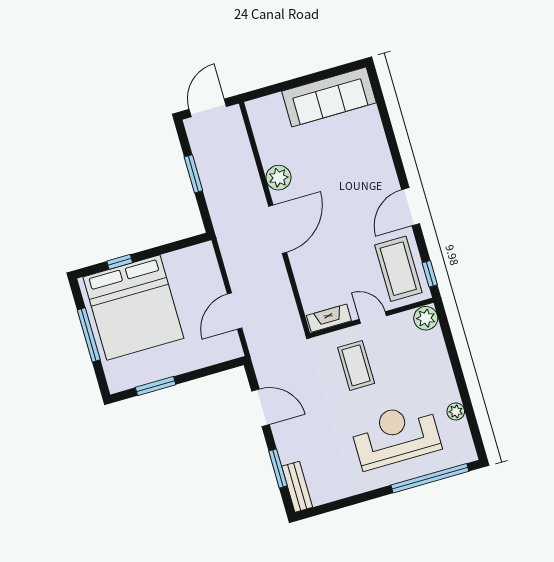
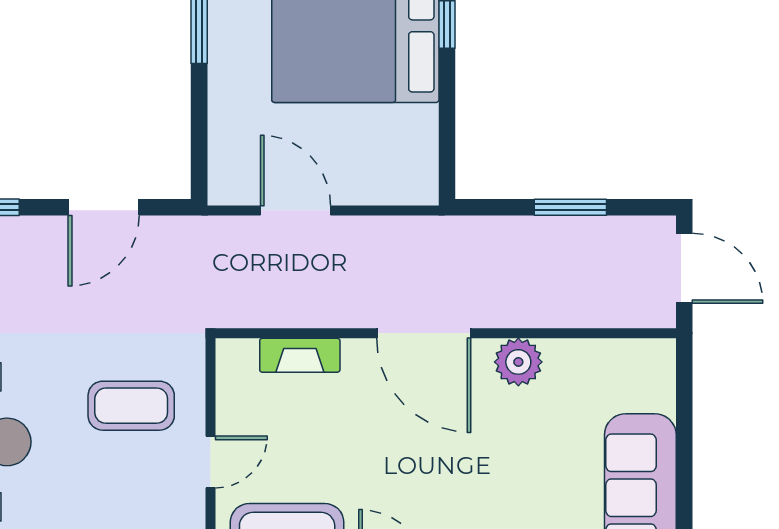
fireplace: (329, 318) -> (300, 355), moved, turned 90

